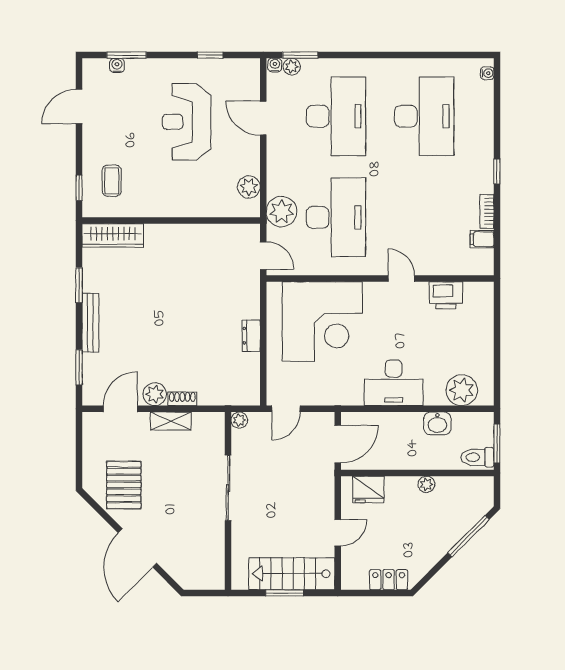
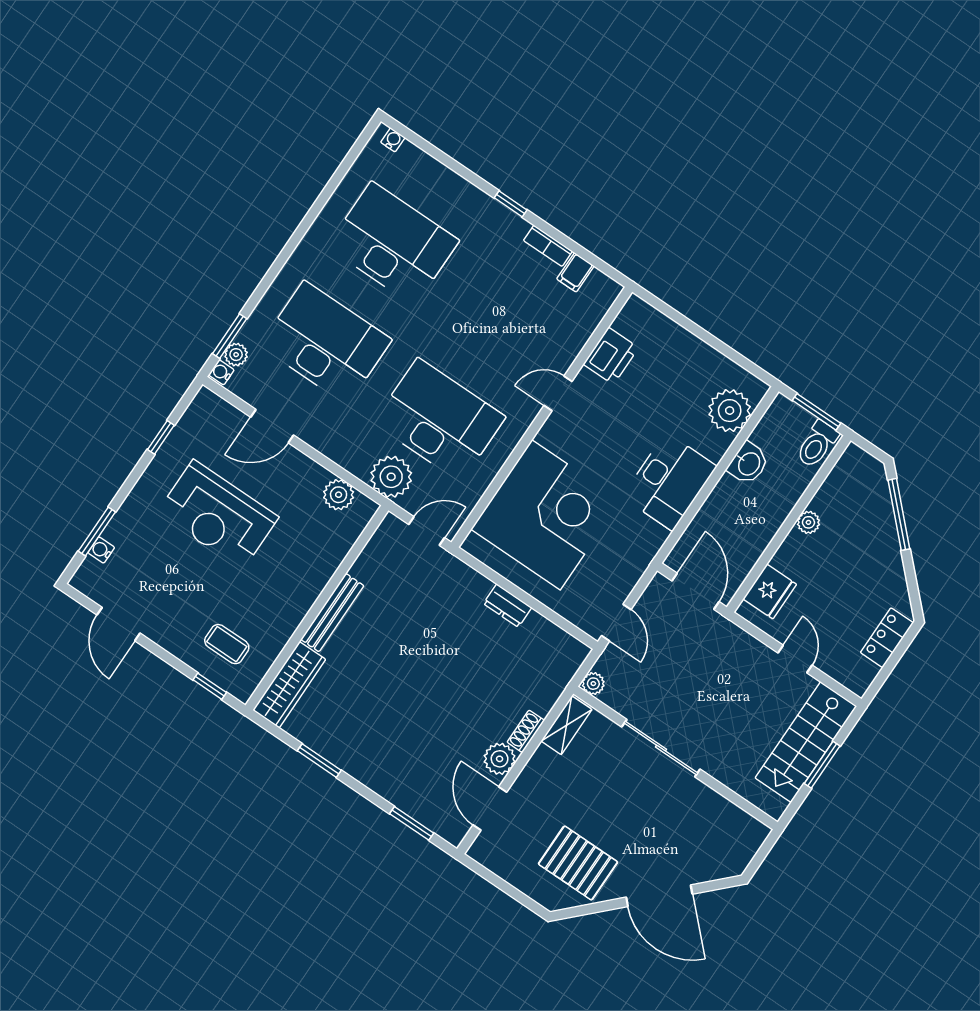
bench: (90, 323) -> (332, 613), moved, turned 90
shelving: (171, 421) -> (567, 725), moved

